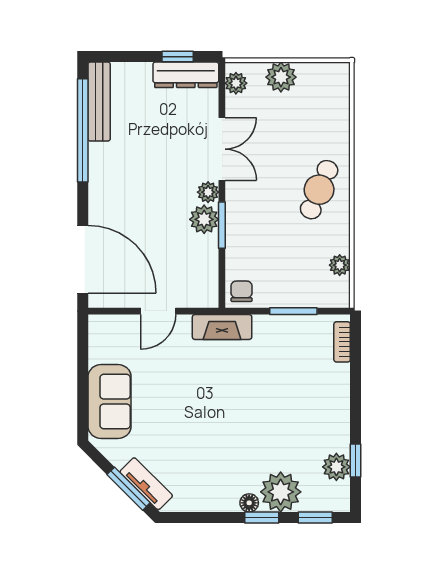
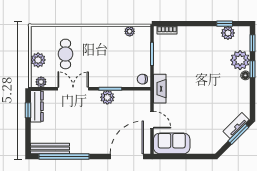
cafe table: (319, 190) -> (66, 54), moved, turned 67
plant: (208, 192) -> (94, 95), removed
sofa: (110, 402) -> (172, 143), moved

